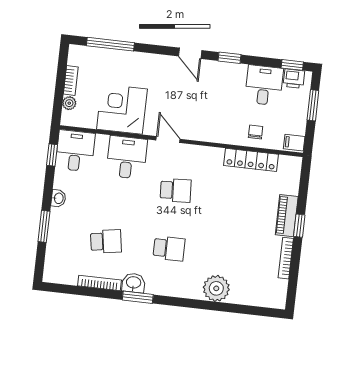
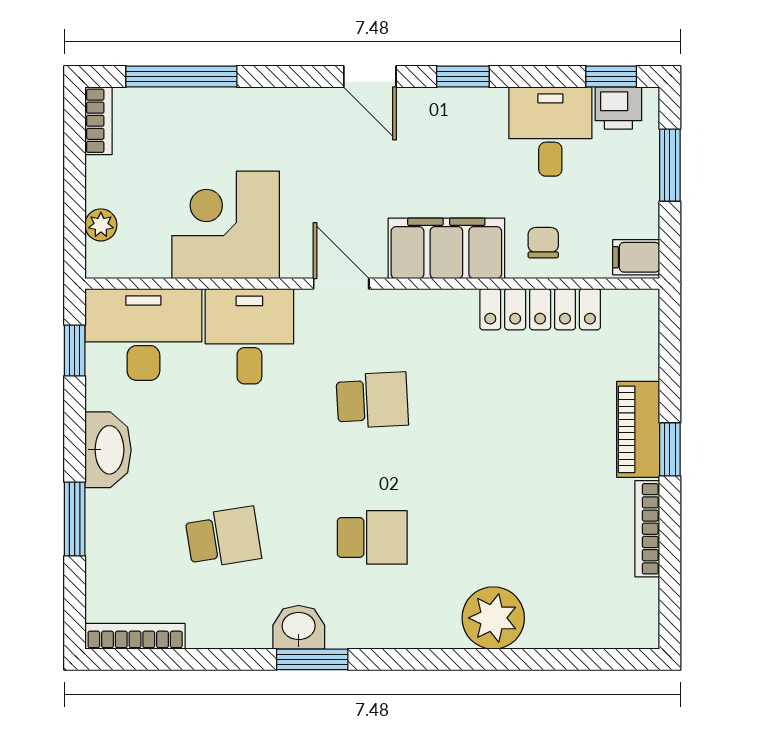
bookcase: (71, 80) -> (98, 121), moved
filing cabinet: (214, 130) -> (446, 248), added
desk: (75, 151) -> (143, 334), width x1.37
washbasin: (58, 198) -> (108, 450), width x1.91, depth x1.45
bookcase: (100, 283) -> (135, 636), moved

